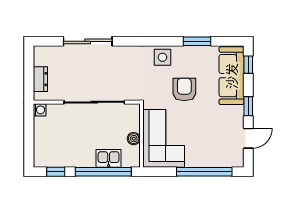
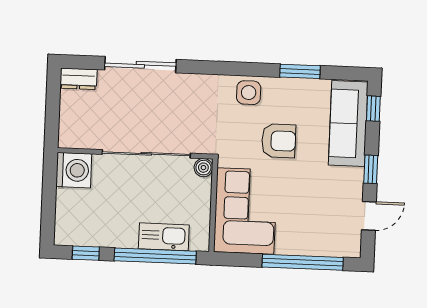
dresser: (40, 79) -> (79, 79), moved, turned 90
armchair: (184, 89) -> (279, 141), turned 90
washing machine: (40, 110) -> (74, 170), width x1.89, depth x1.89
boiler: (134, 139) -> (203, 168), moved
kitchen sink: (109, 158) -> (164, 237), width x1.38

